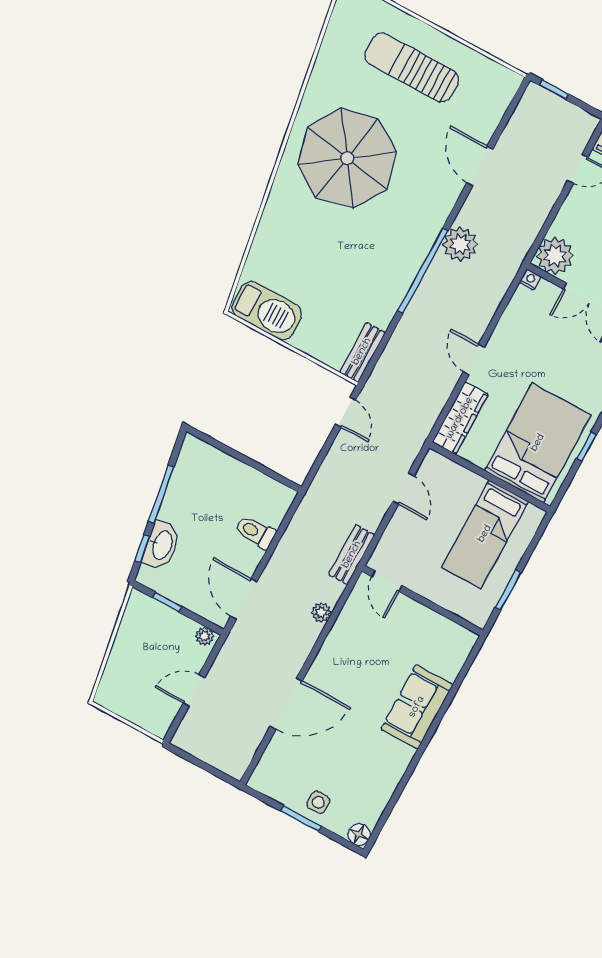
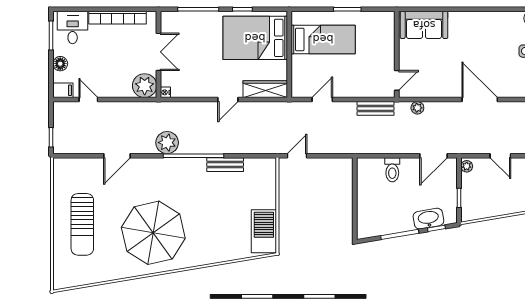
bench: (362, 352) -> (225, 165), moved
door: (387, 581) -> (397, 80), moved
wall: (422, 600) -> (397, 54), moved
sofa: (417, 707) -> (424, 25), moved

